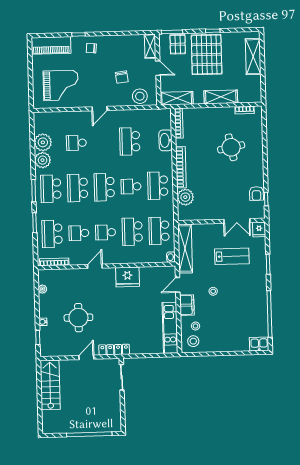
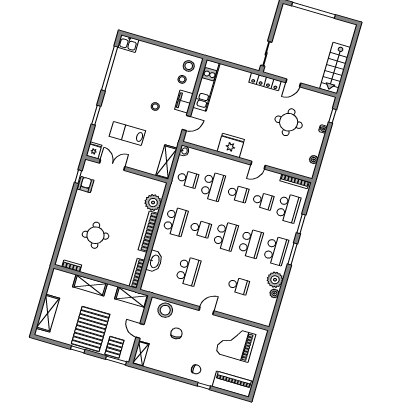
plant: (43, 142) -> (274, 293), width x0.53, depth x0.53
school desk: (159, 231) -> (188, 179), width x0.54
shelving: (185, 249) -> (166, 162), width x0.68

